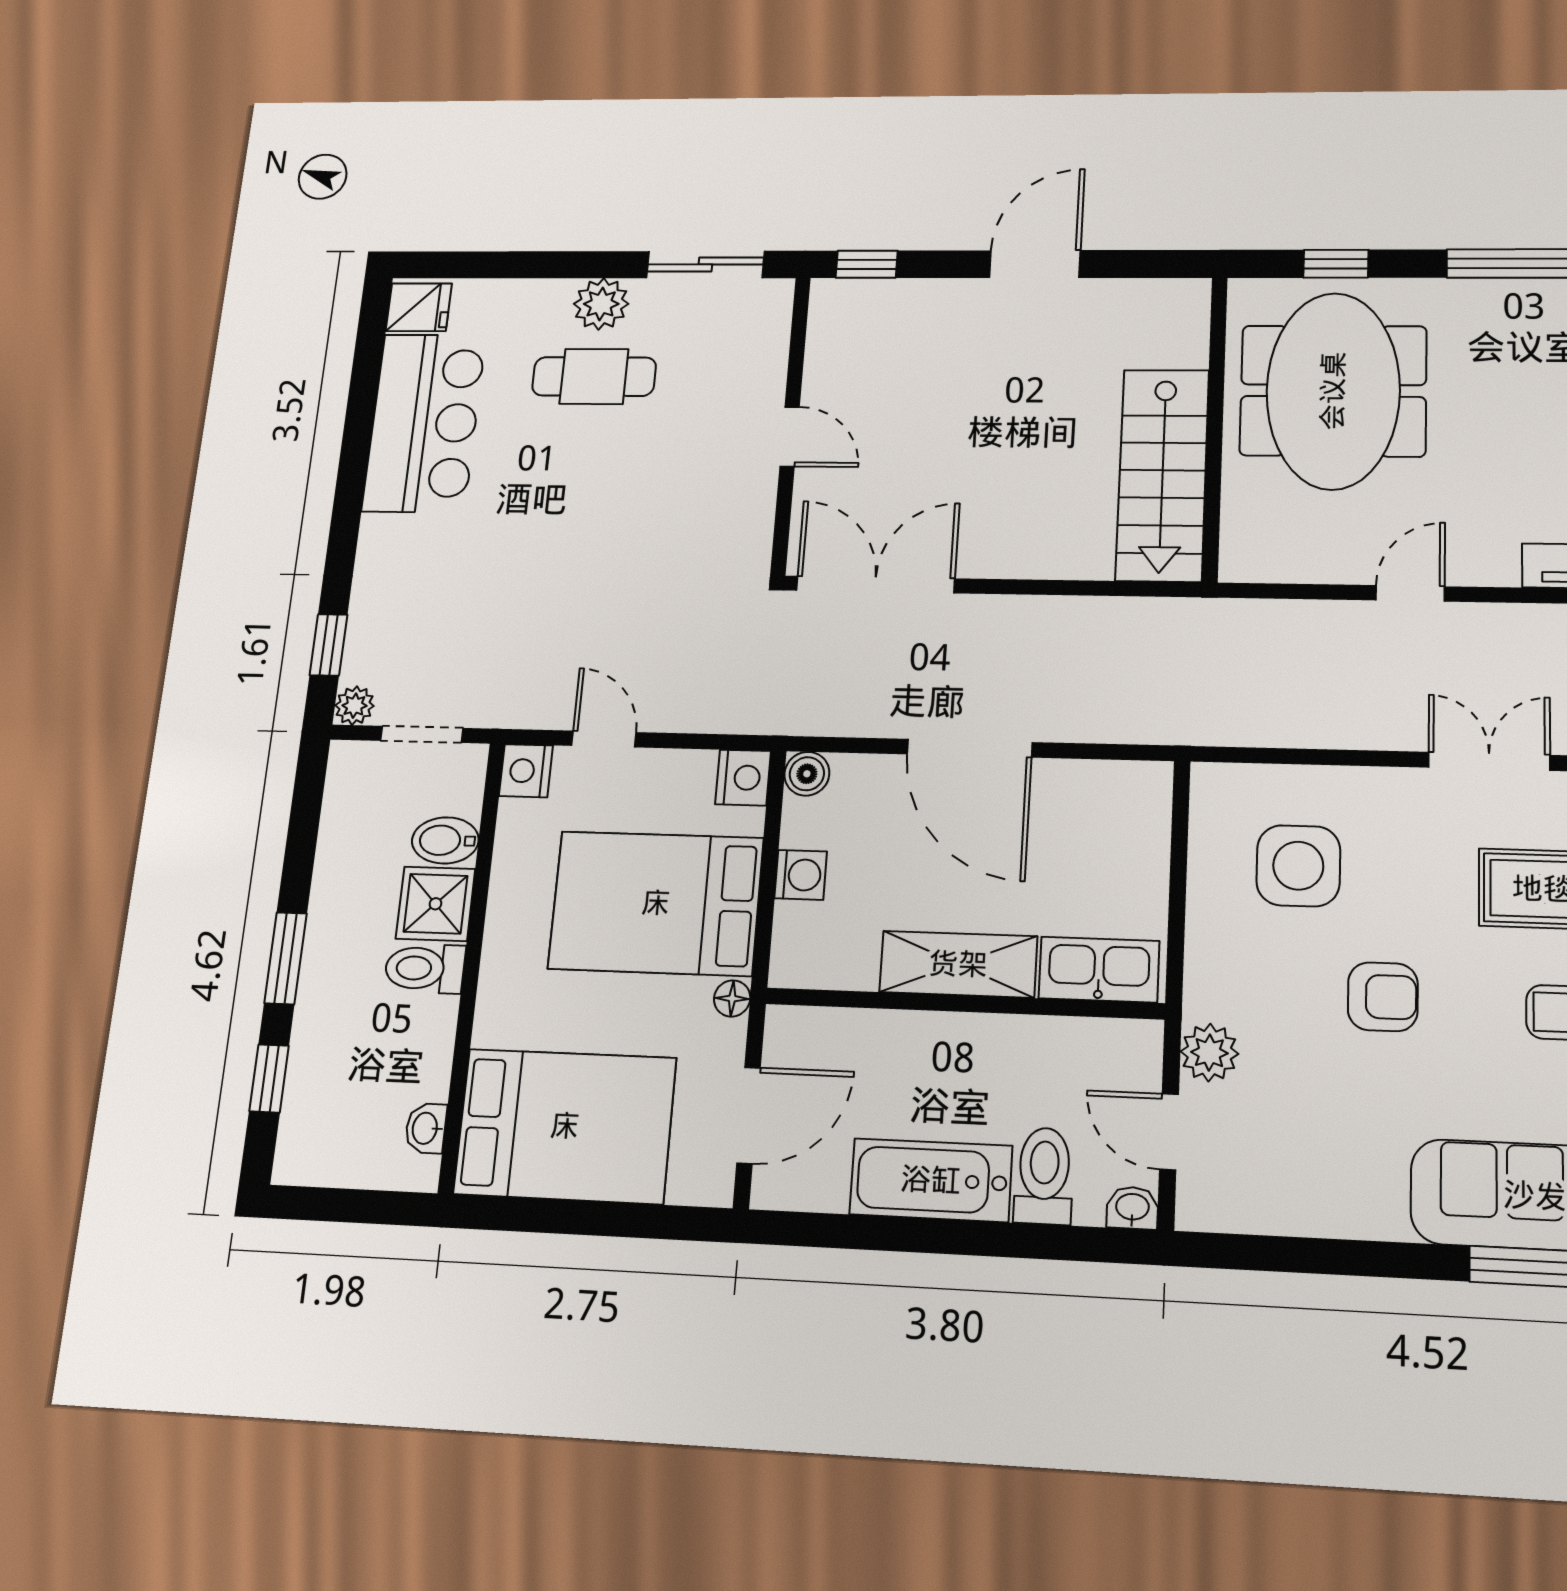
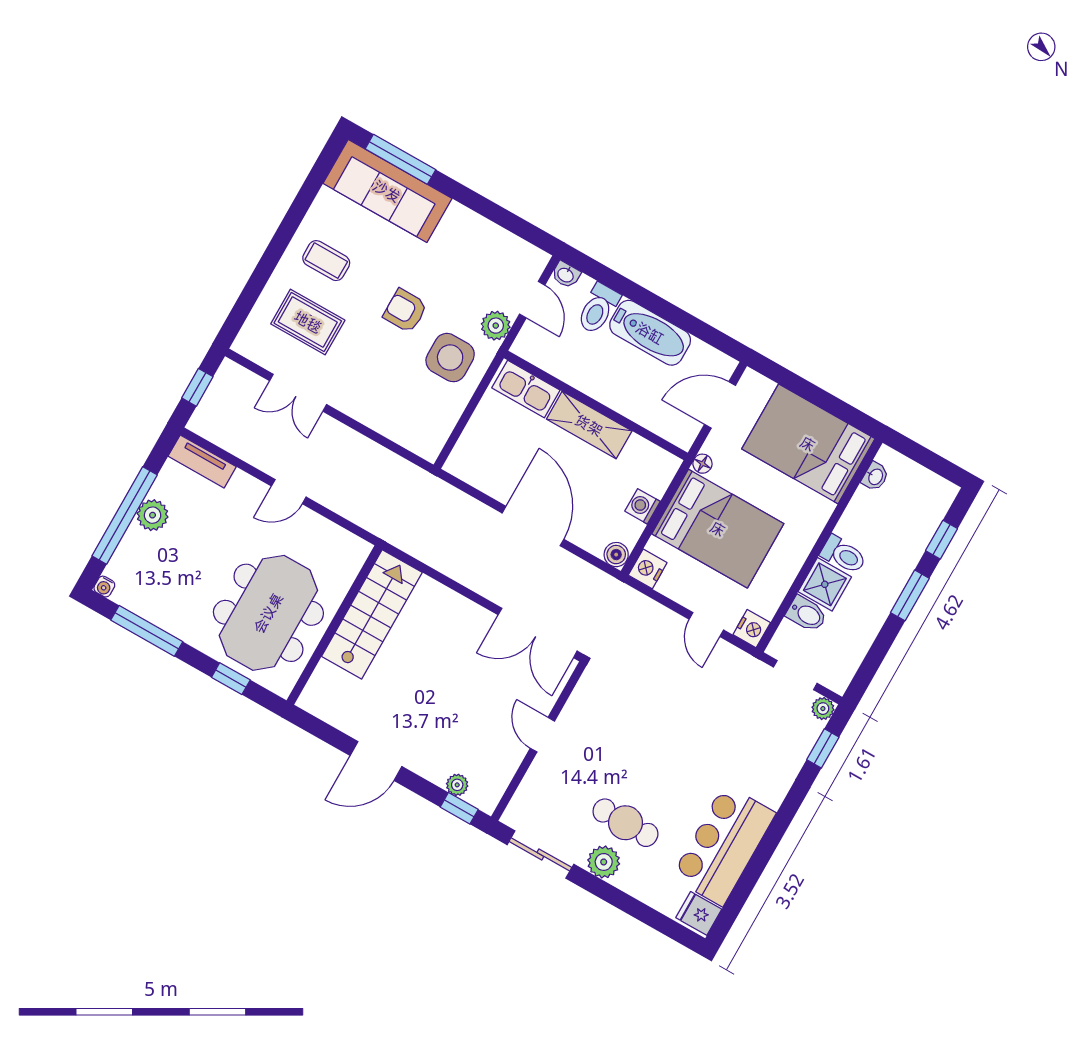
plant: (888, 296) -> (457, 785), added
side table: (1298, 866) -> (450, 358), moved

